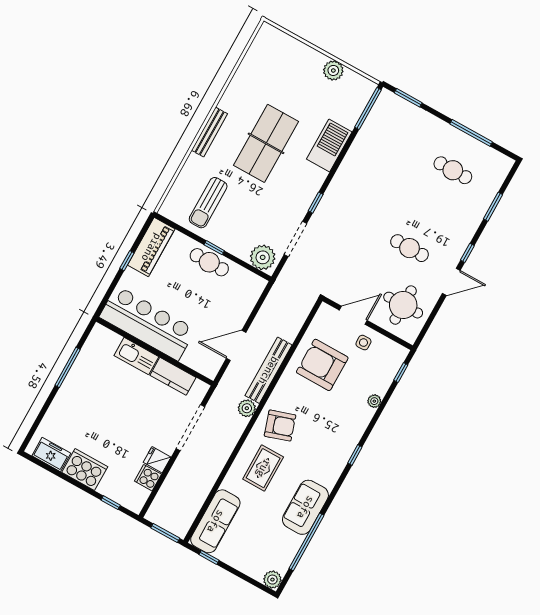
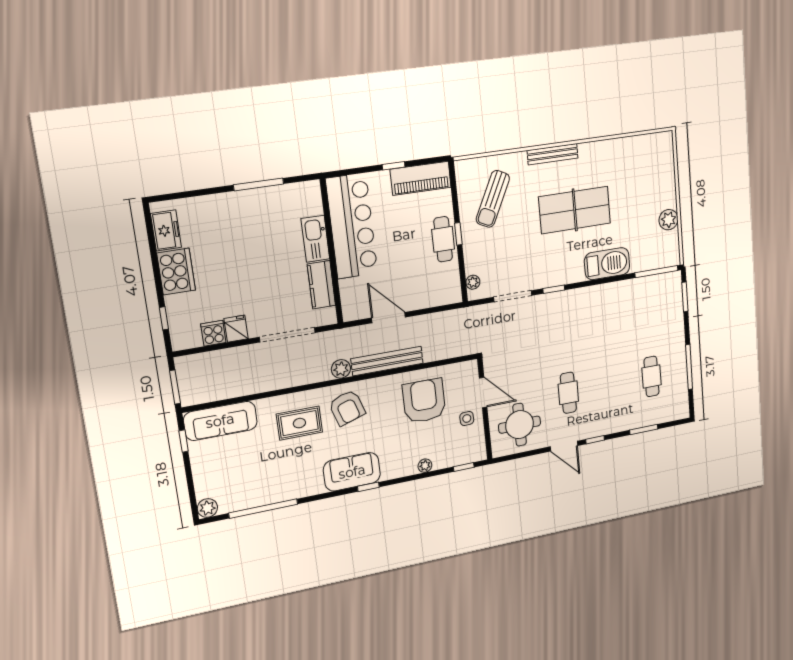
sun lounger: (208, 203) -> (493, 199), turned -64
plant: (263, 257) -> (473, 282), width x0.53, depth x0.53
sofa: (305, 507) -> (352, 472), moved

